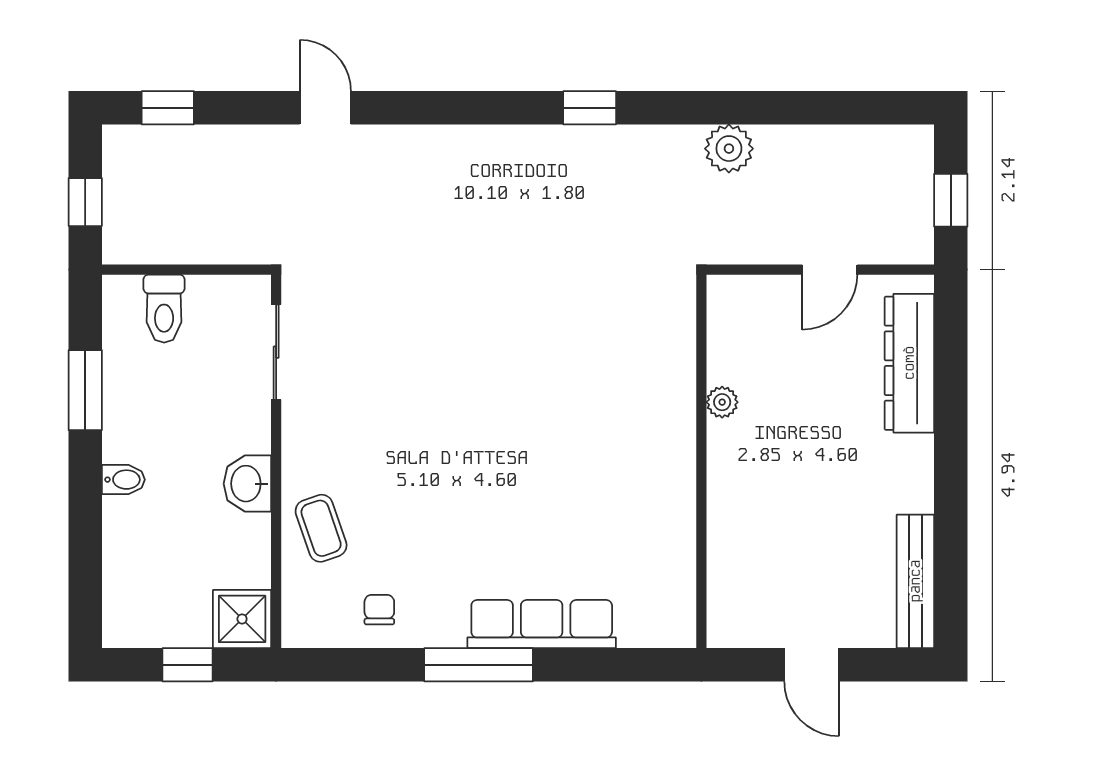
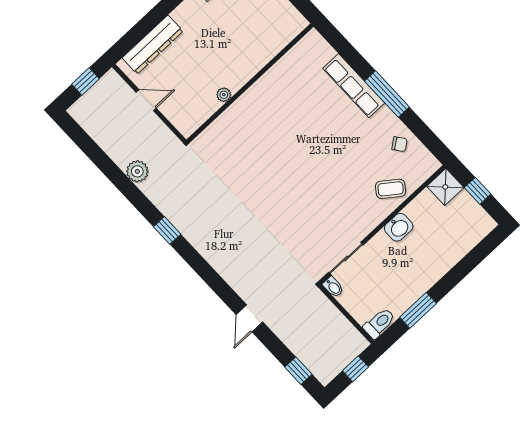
toilet: (164, 309) -> (379, 323), moved
bidet: (123, 480) -> (333, 287), moved, turned 180
coffee table: (321, 528) -> (391, 189), turned 56
chair: (379, 610) -> (399, 144), turned -127

